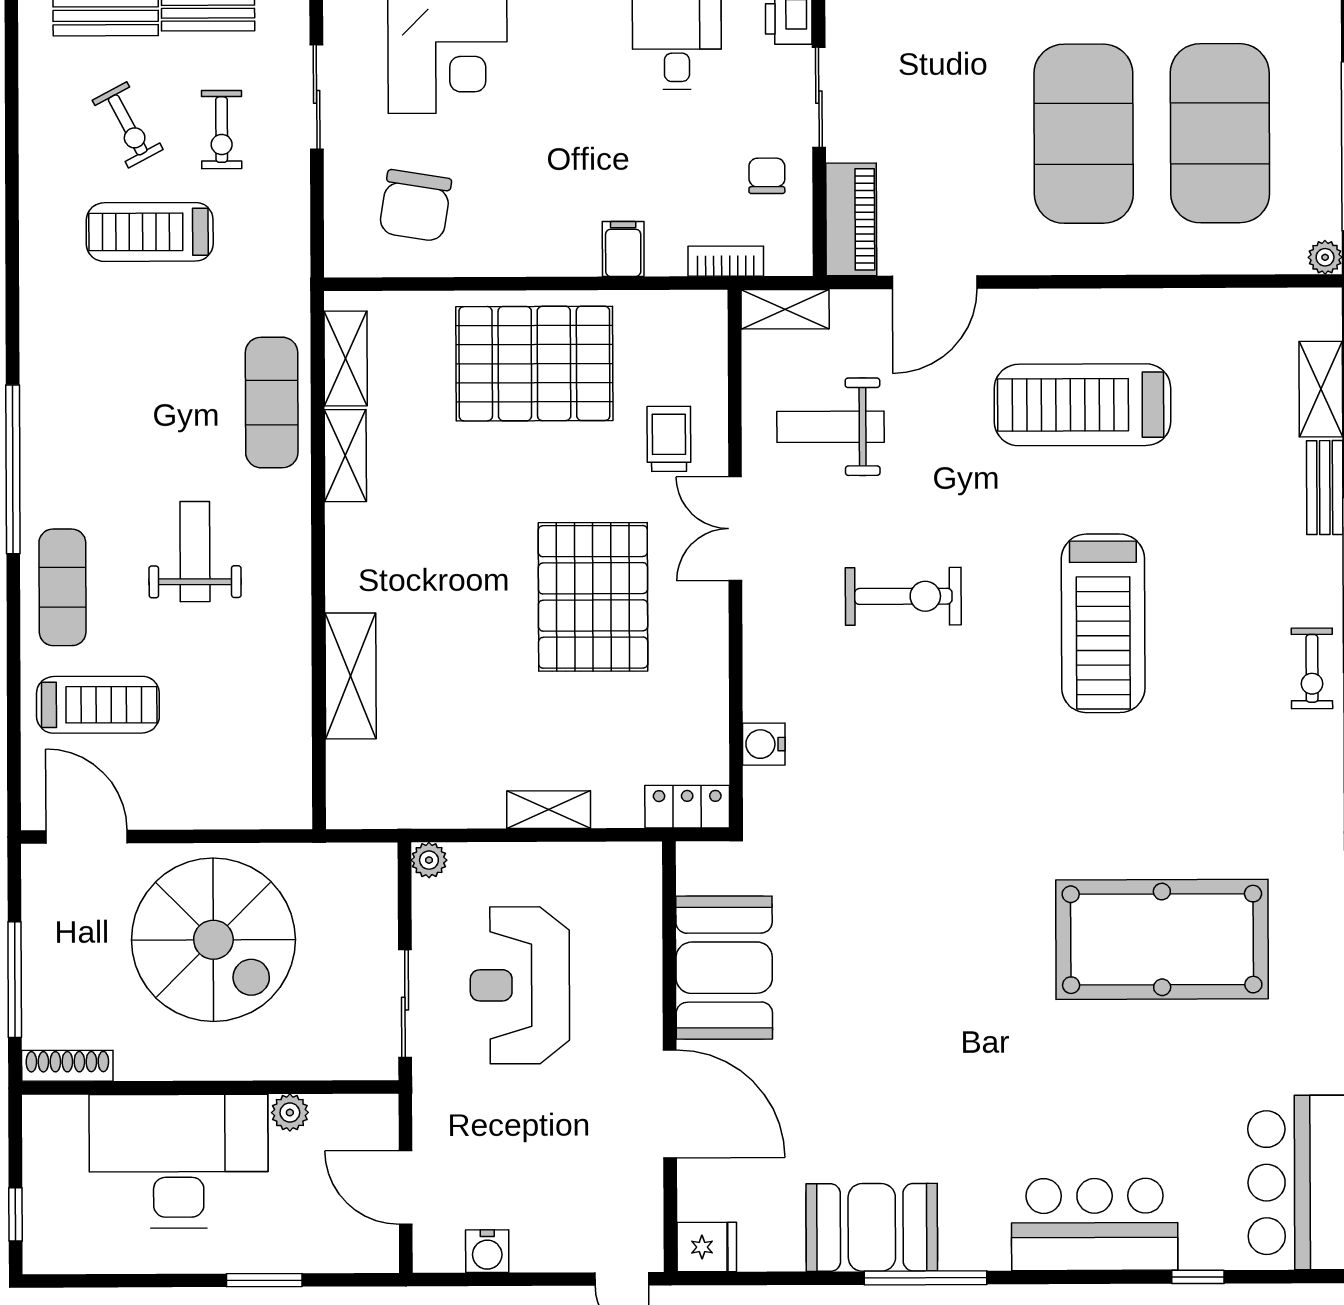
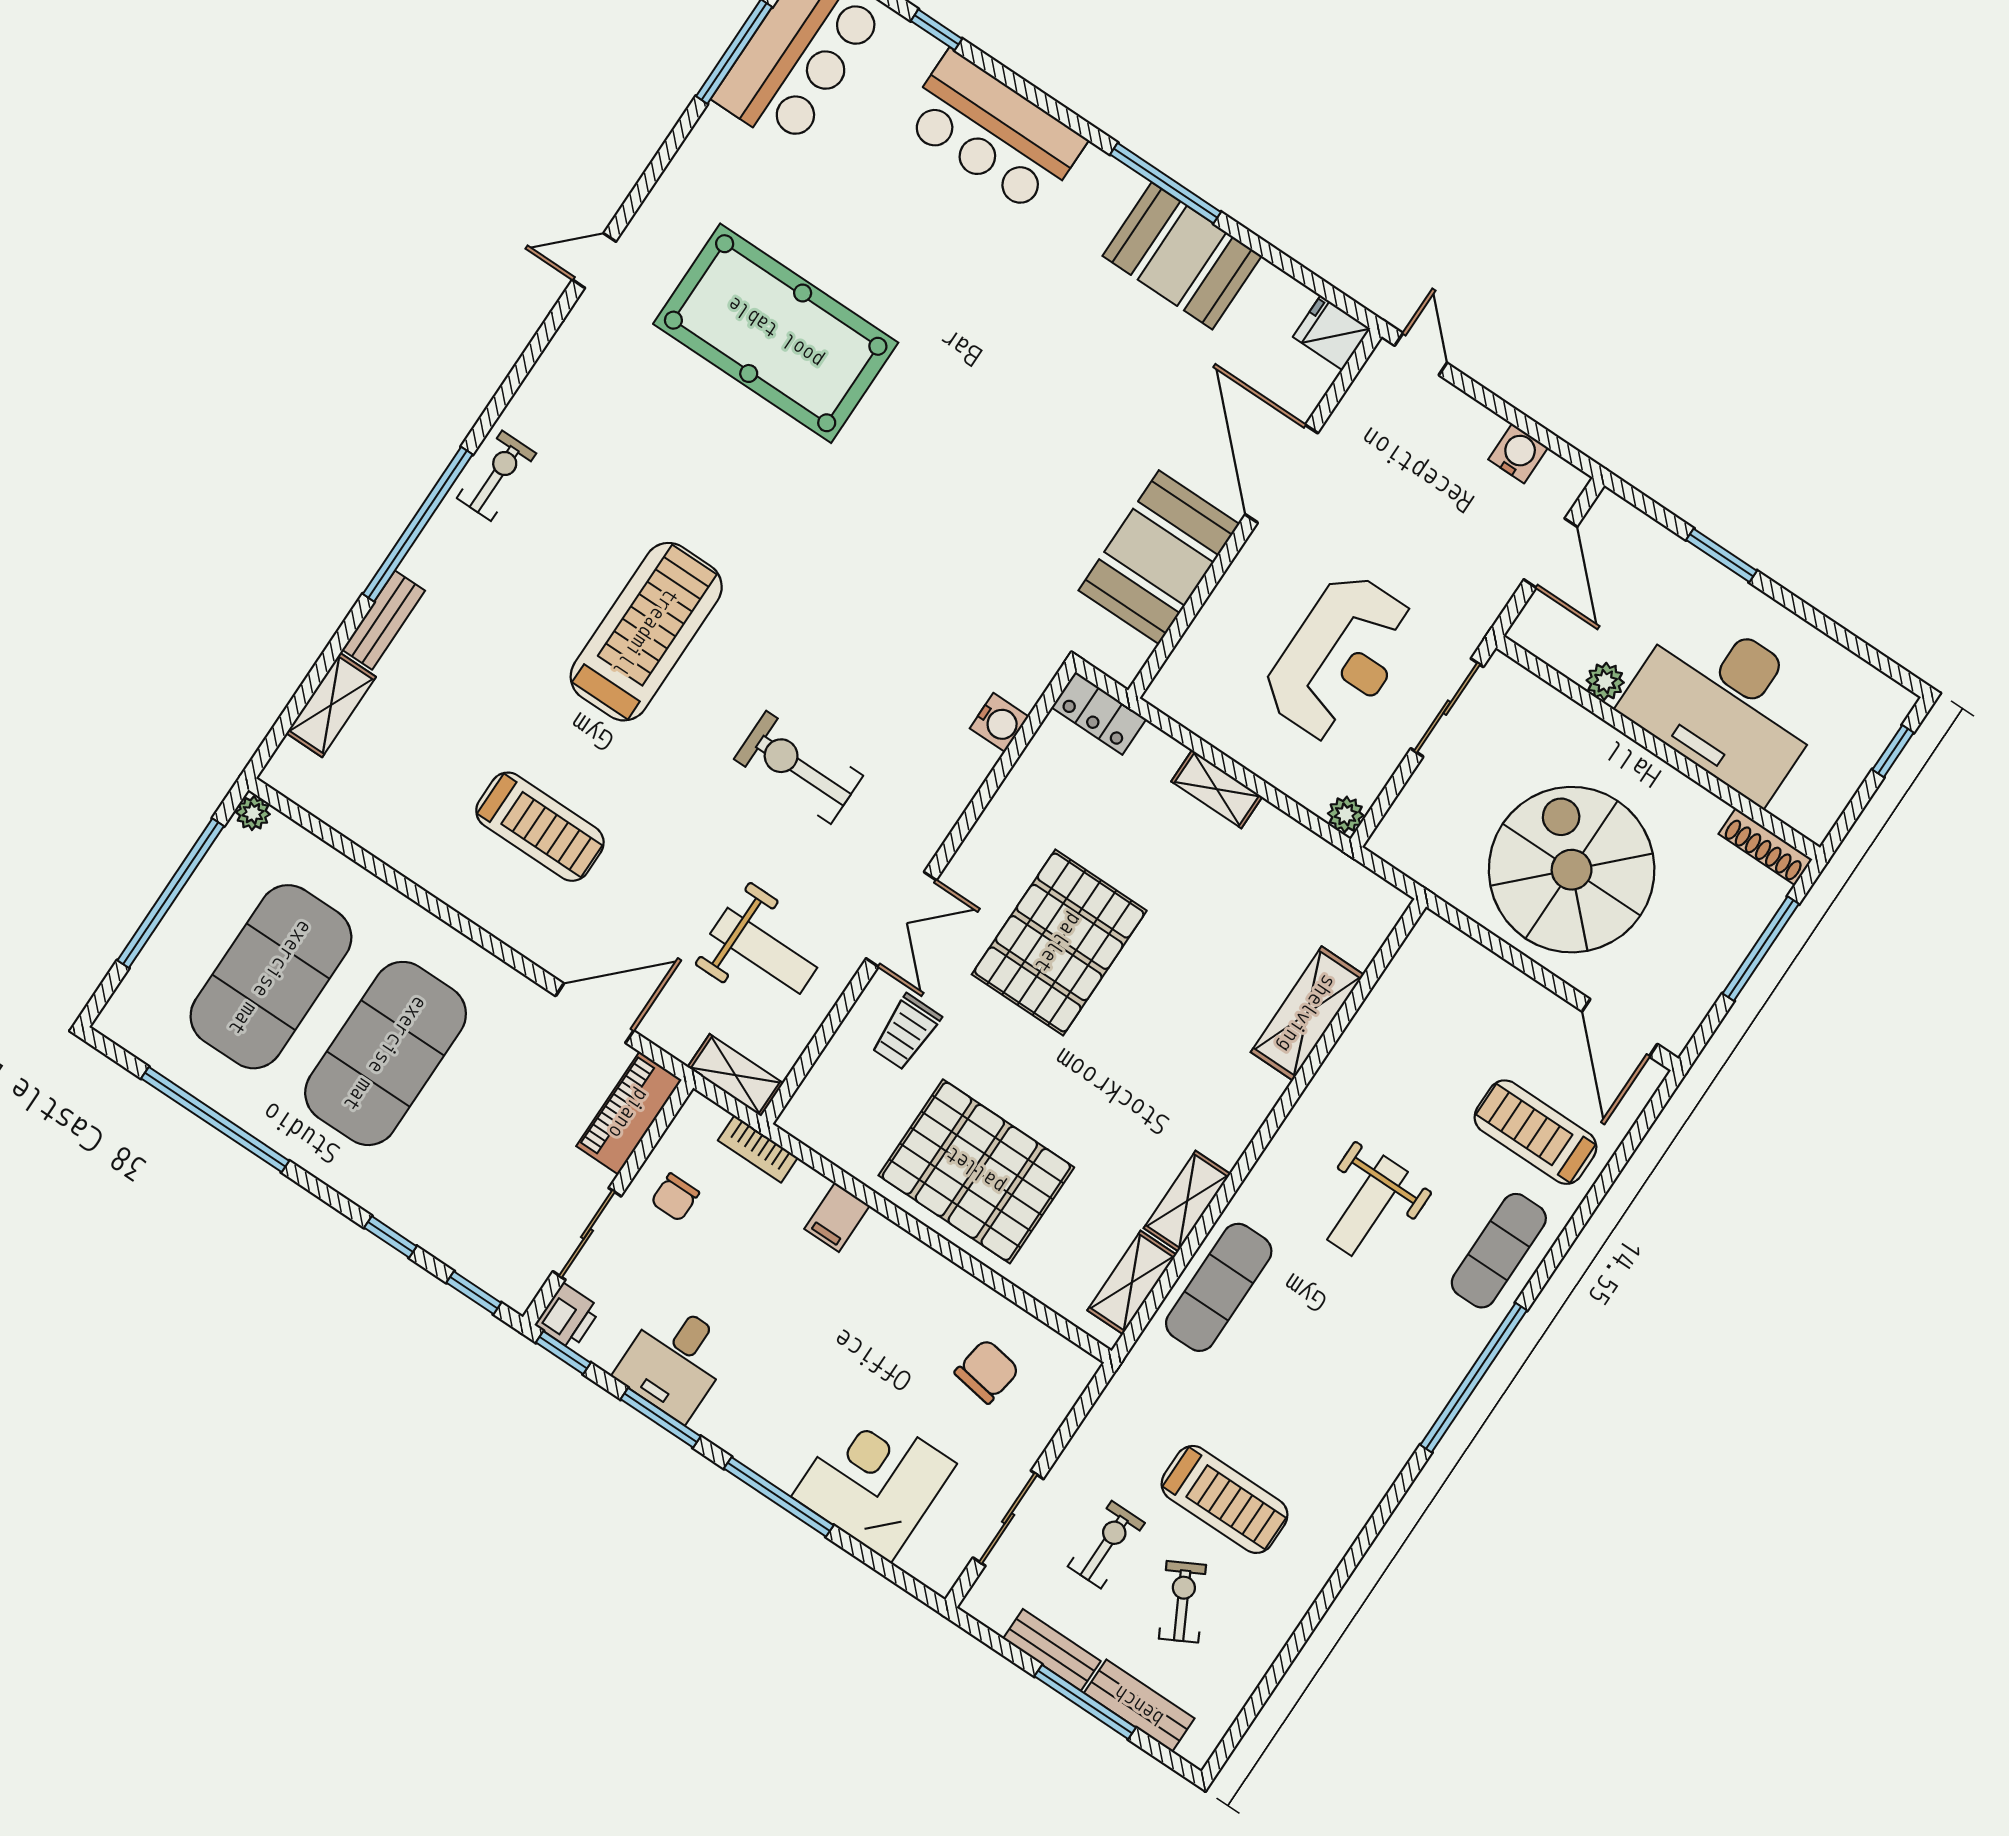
chair: (415, 206) -> (987, 1371), width x0.73, depth x0.73
treadmill: (1082, 405) -> (540, 827), width x0.73, depth x0.73

